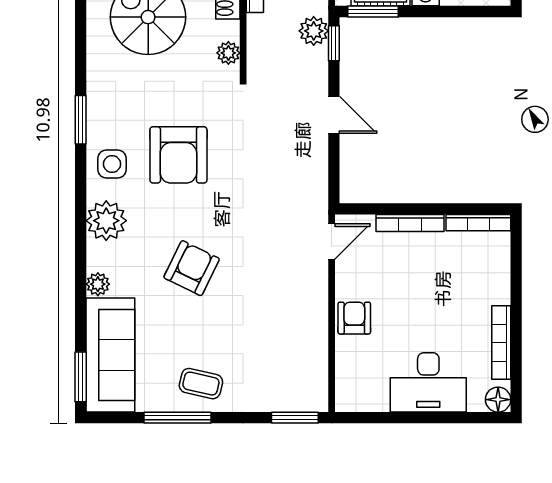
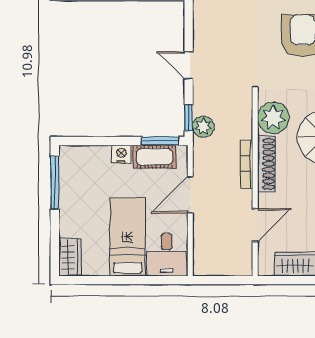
plant: (228, 53) -> (273, 118), width x1.87, depth x1.87

